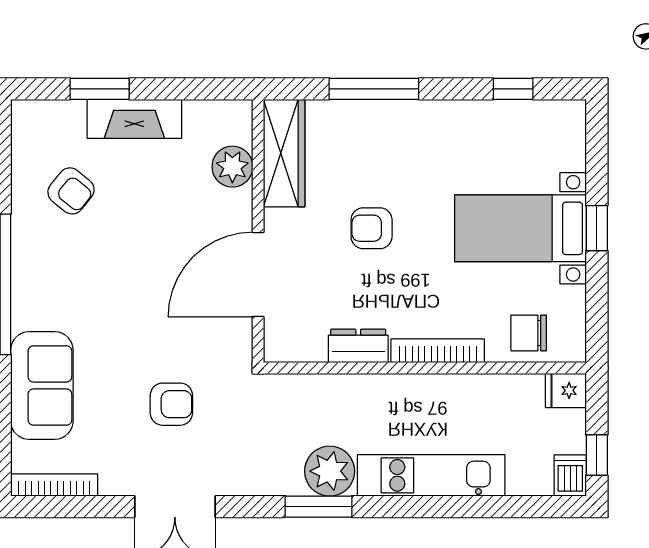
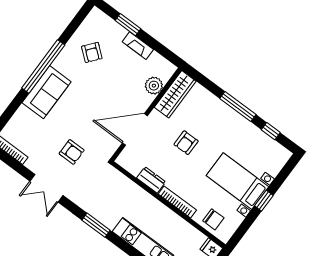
window: (374, 89) -> (238, 107), moved
fireplace: (134, 119) -> (138, 46), width x0.73, depth x0.76
armchair: (372, 228) -> (186, 143), turned -90
chair: (529, 333) -> (213, 219), turned 180
sofa: (42, 386) -> (47, 92), moved
plant: (330, 471) -> (109, 216), removed

